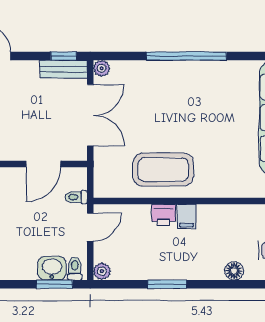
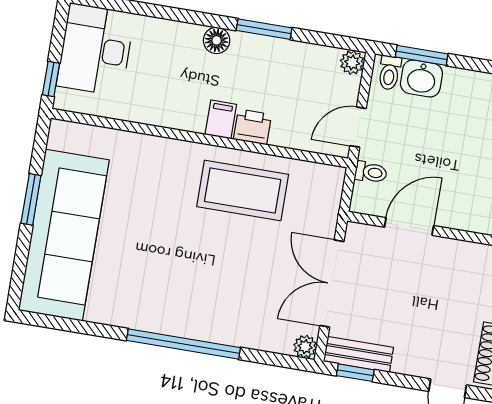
floor lamp: (234, 271) -> (217, 40), moved

